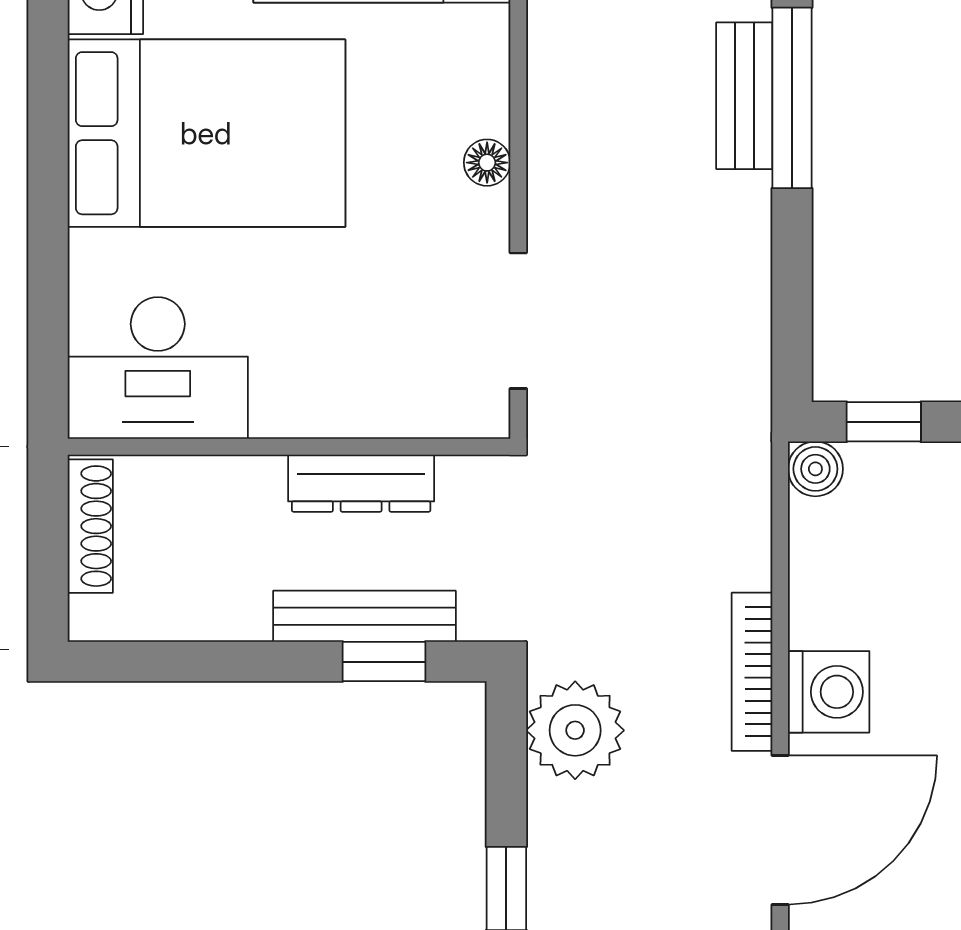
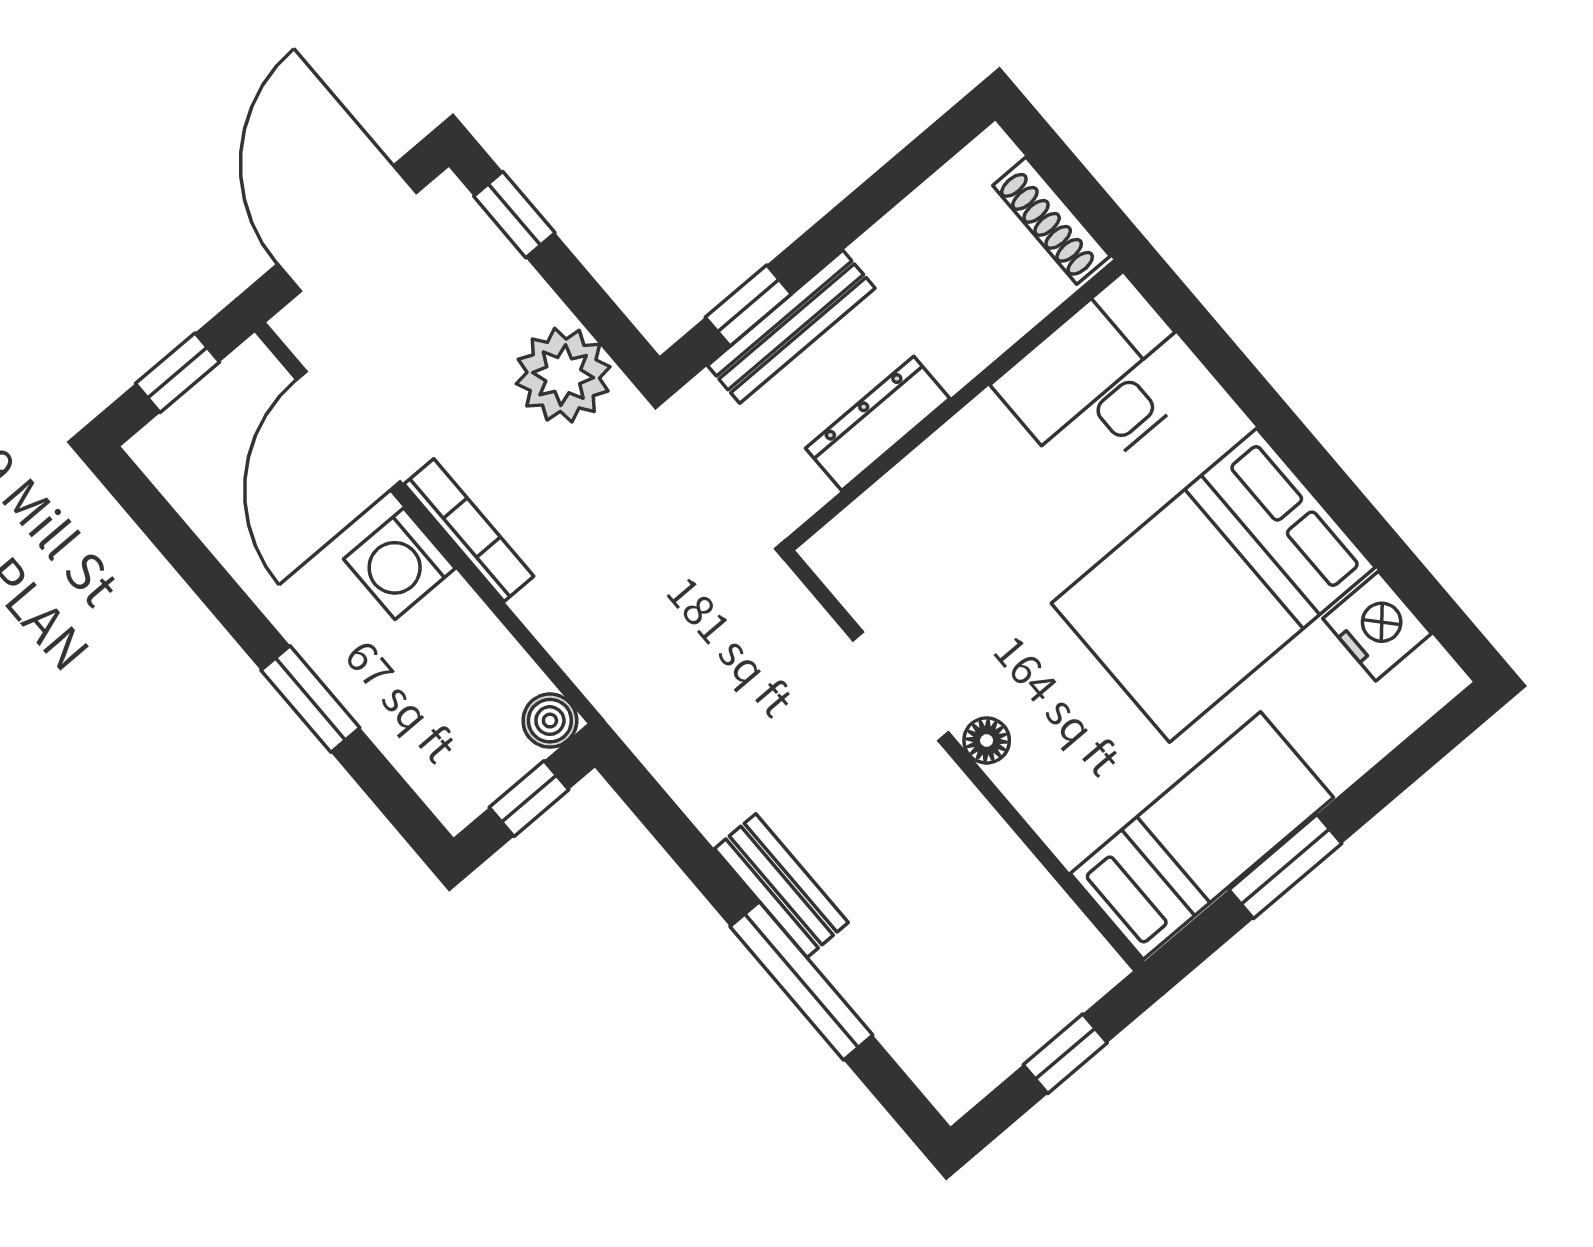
bench: (744, 96) -> (781, 886), moved
doorway: (518, 321) -> (901, 686), moved

